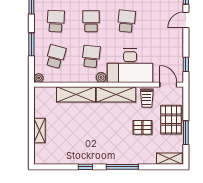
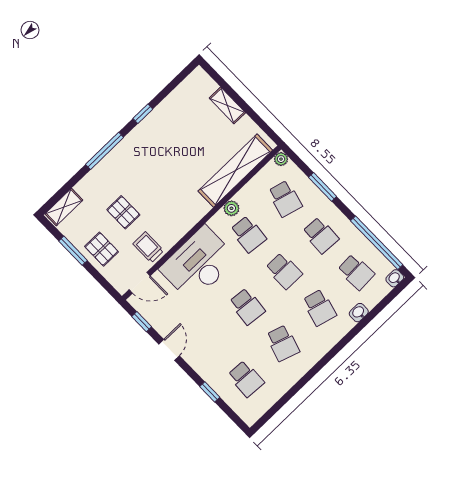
door: (186, 20) -> (169, 350), moved
plant: (101, 77) -> (231, 208), moved
shelving: (76, 94) -> (235, 171), width x1.47
shelving: (116, 94) -> (184, 220), removed
pallet: (171, 120) -> (102, 249), width x0.67, depth x0.71
pallet: (142, 127) -> (123, 212), turned 90

